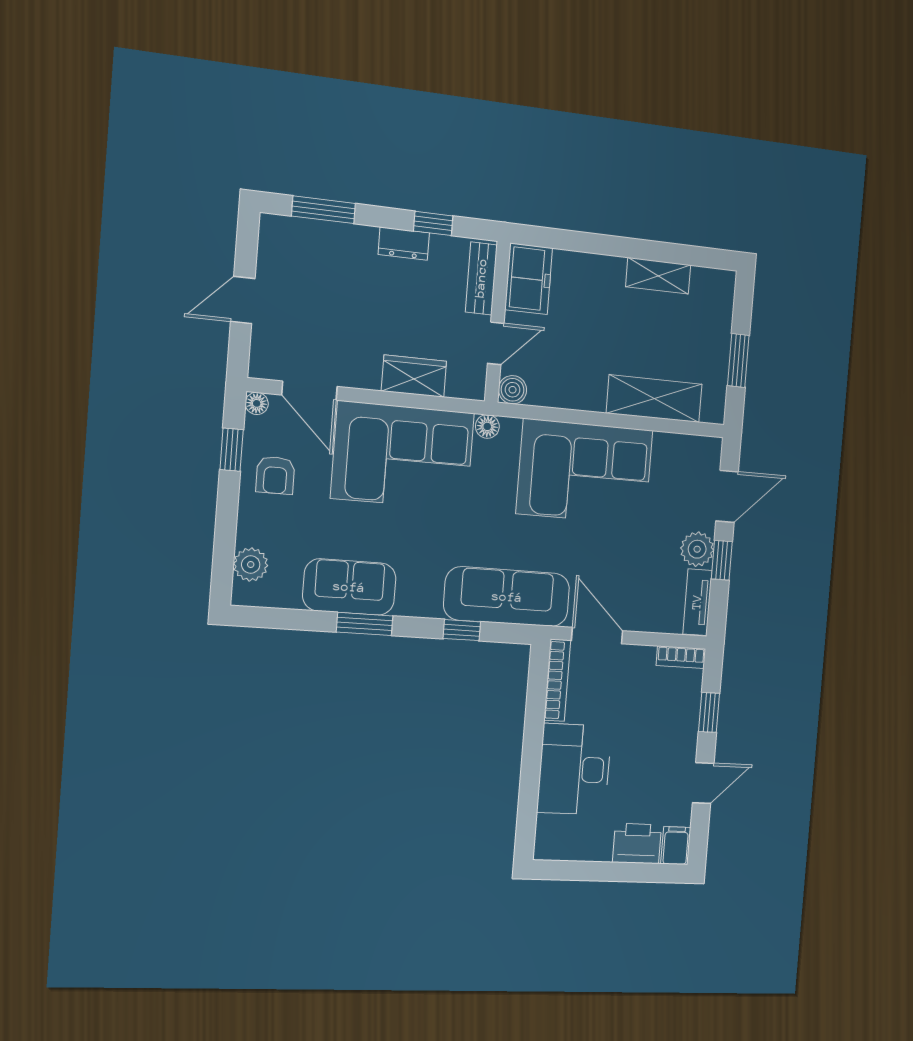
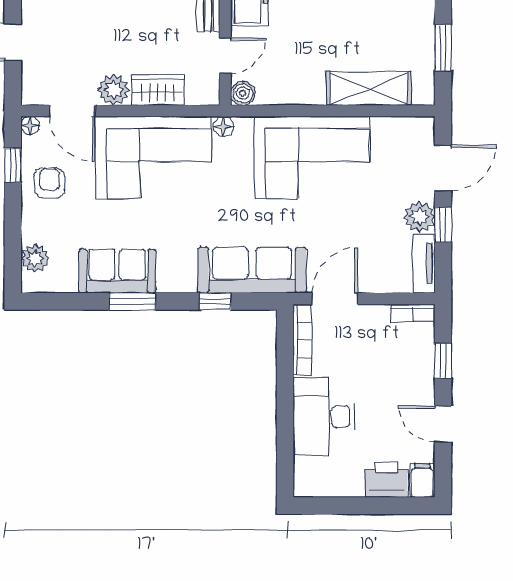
plant: (362, 371) -> (114, 90), added
armchair: (275, 475) -> (50, 183), turned 180
door: (597, 636) -> (335, 299), hinge flipped
door: (703, 783) -> (443, 424), swing flipped

